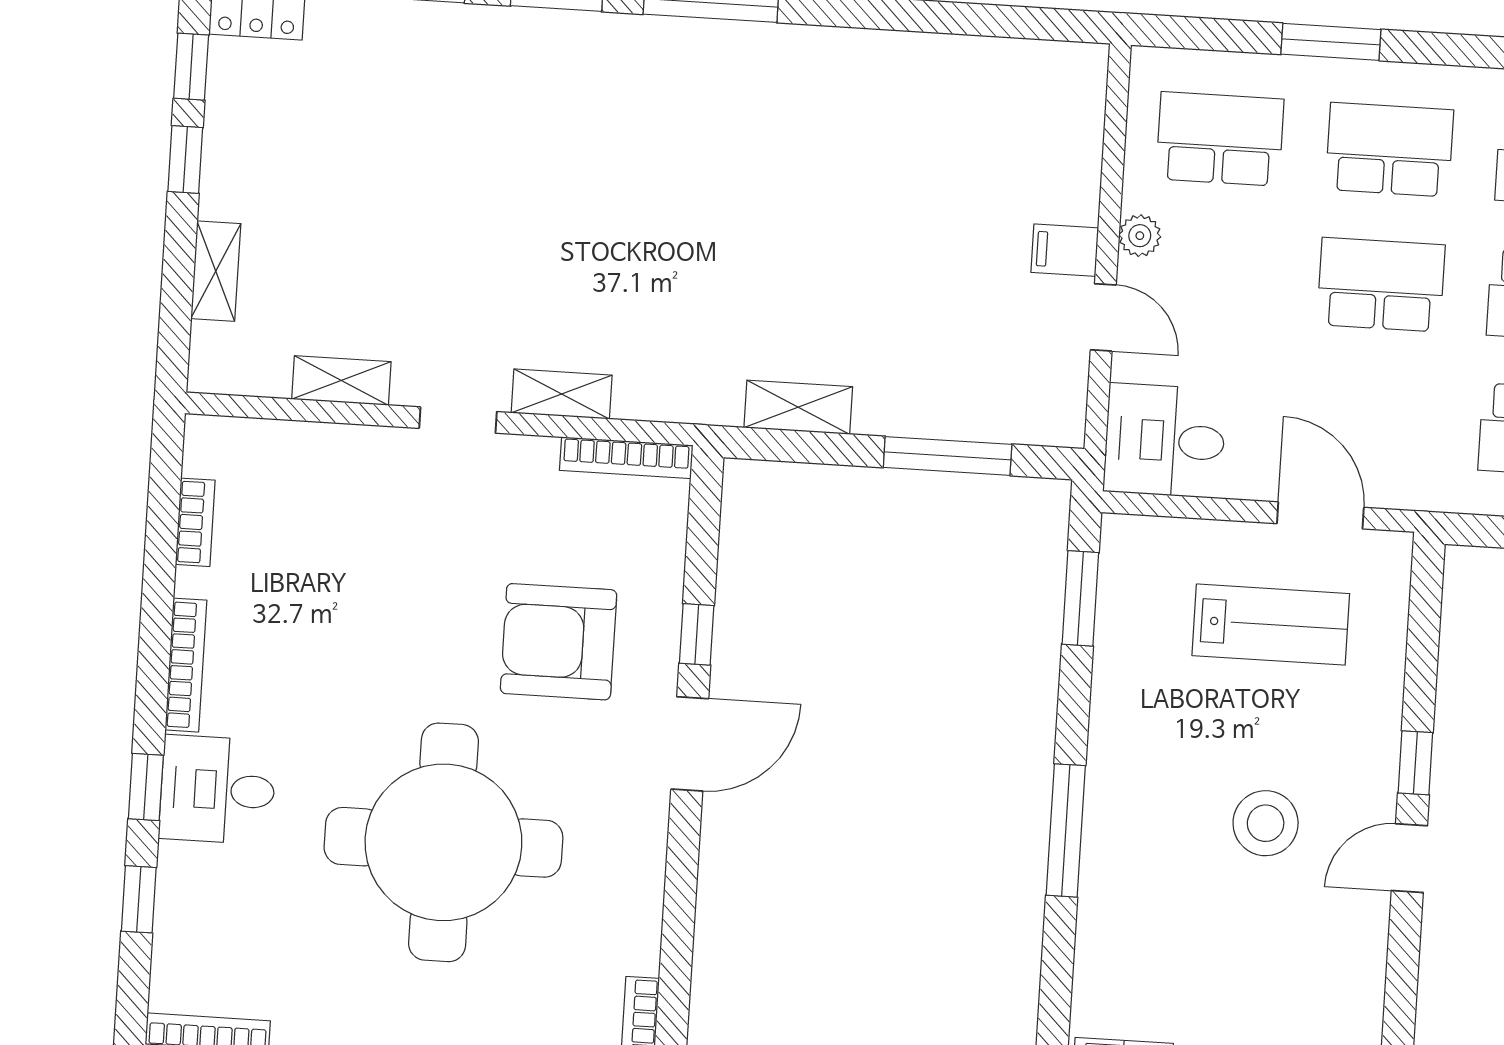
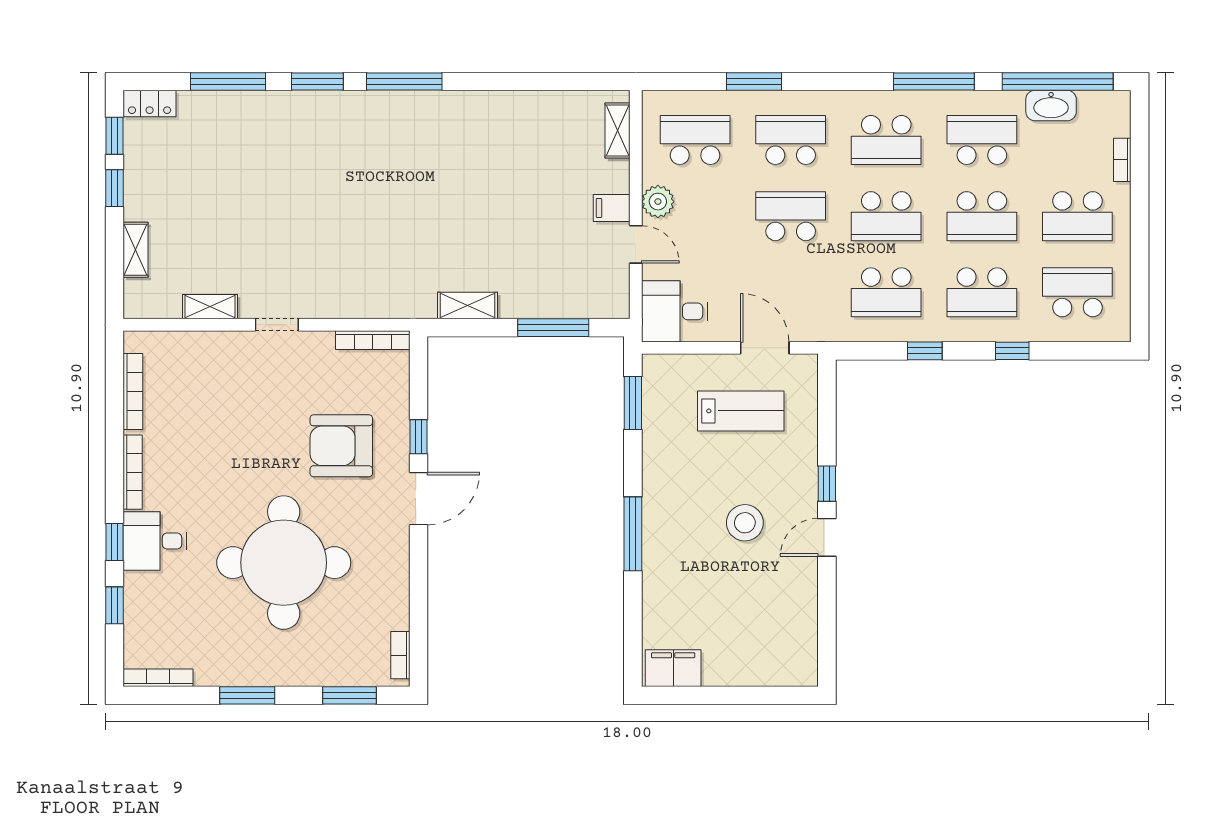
plant: (1140, 236) -> (658, 202), width x1.38, depth x1.38
shelving: (562, 394) -> (618, 131), moved, turned 90
bookcase: (195, 522) -> (133, 392), width x1.56

